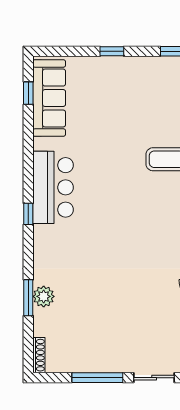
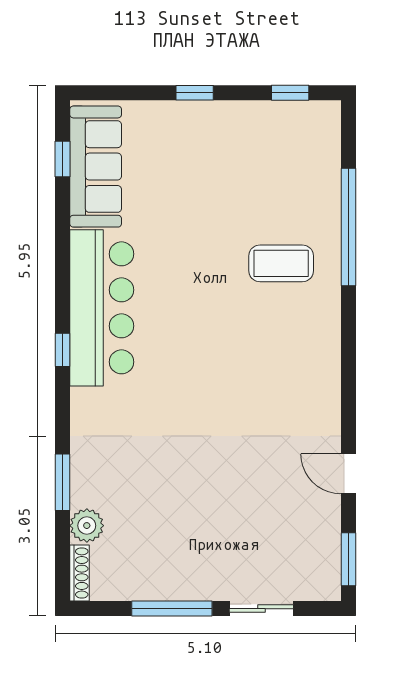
bar counter: (53, 187) -> (102, 308), width x1.36
plant: (44, 296) -> (87, 526), moved

